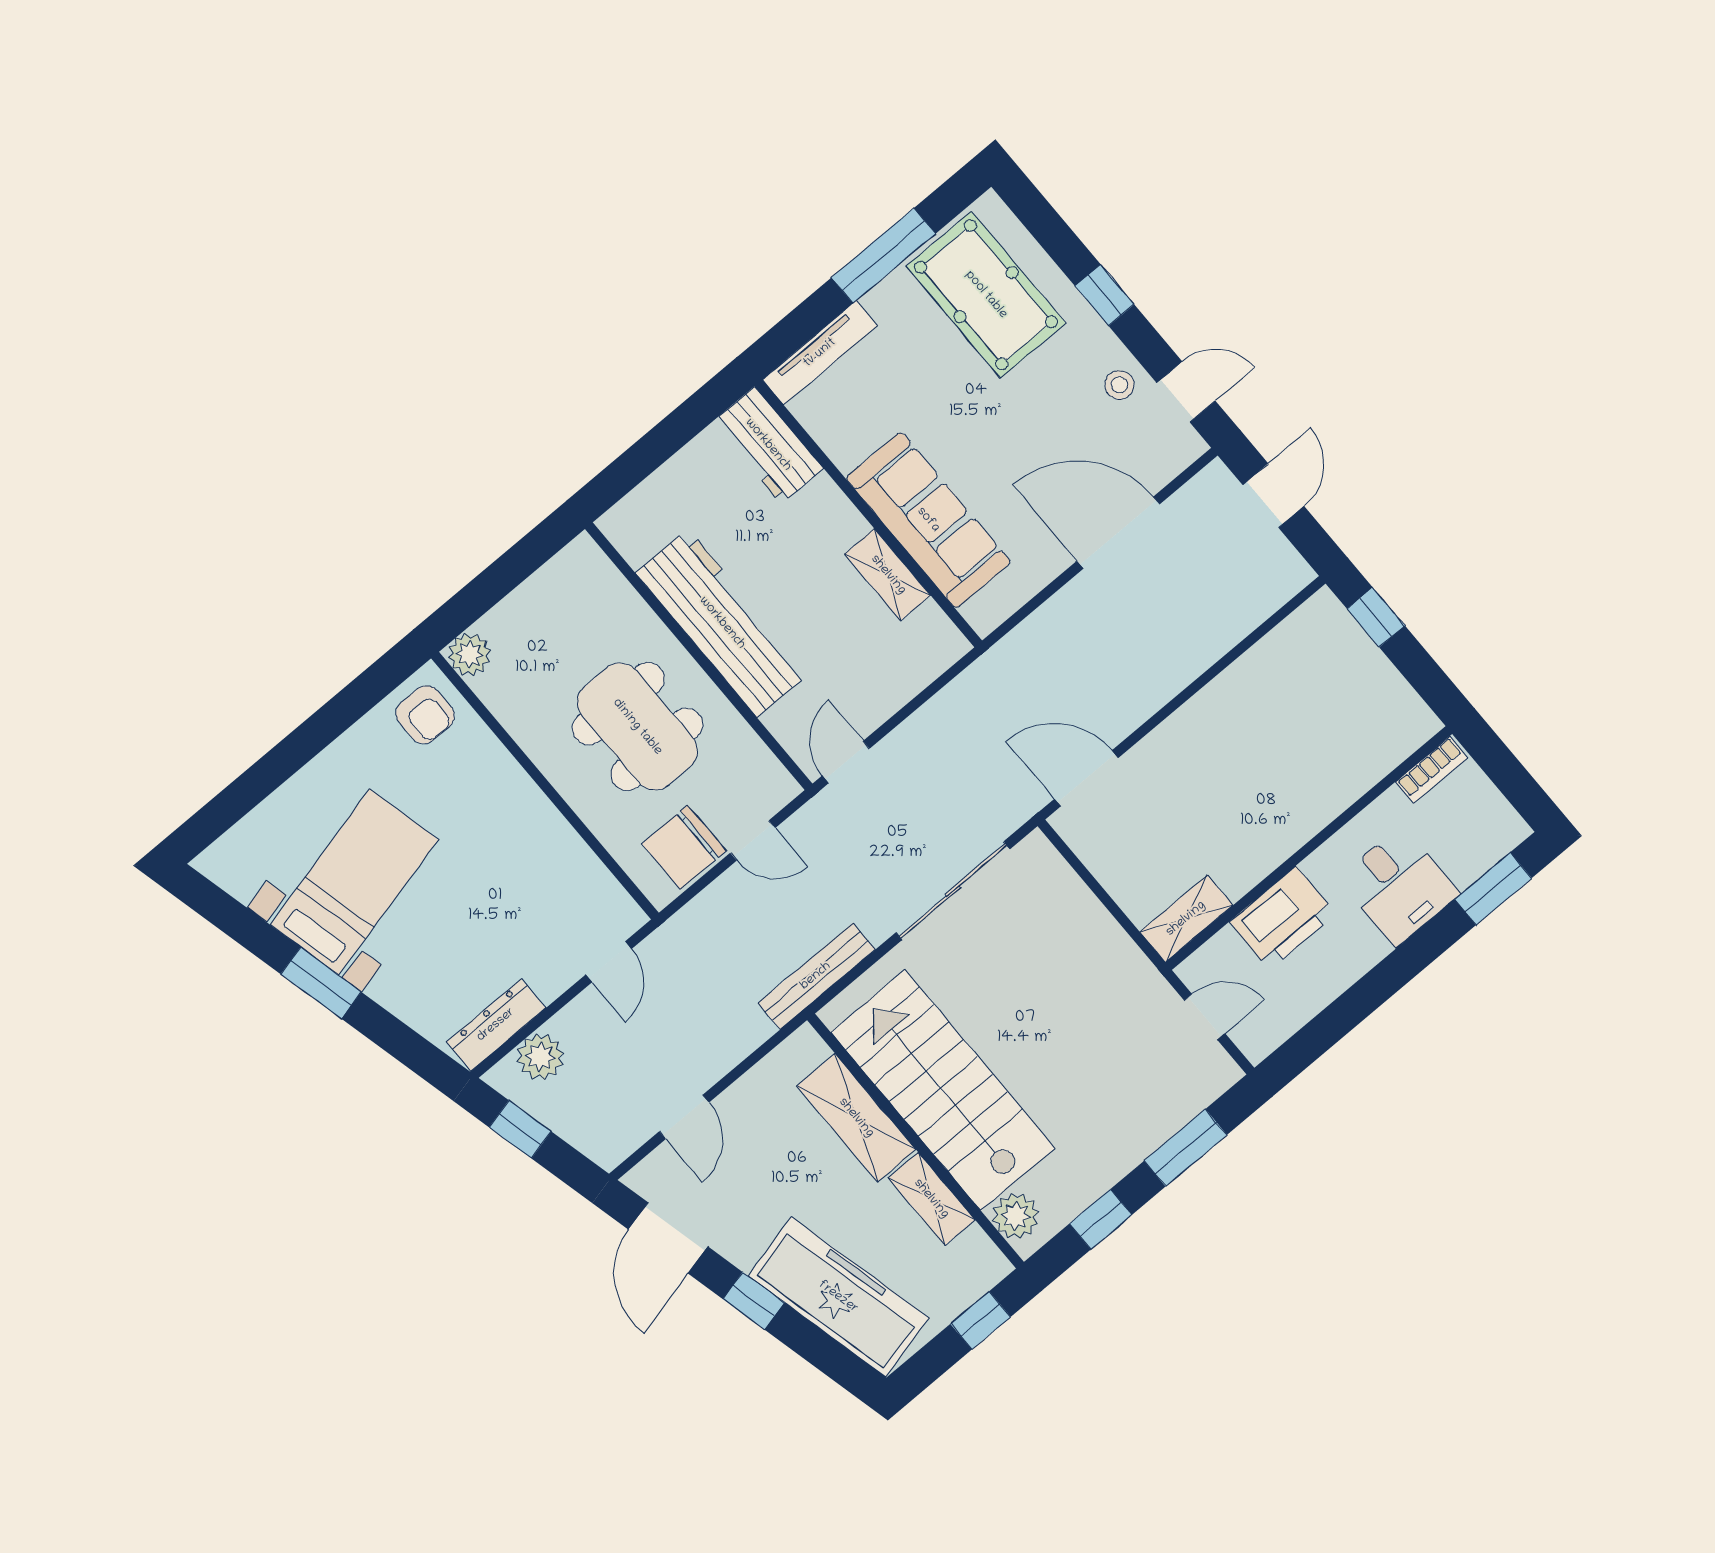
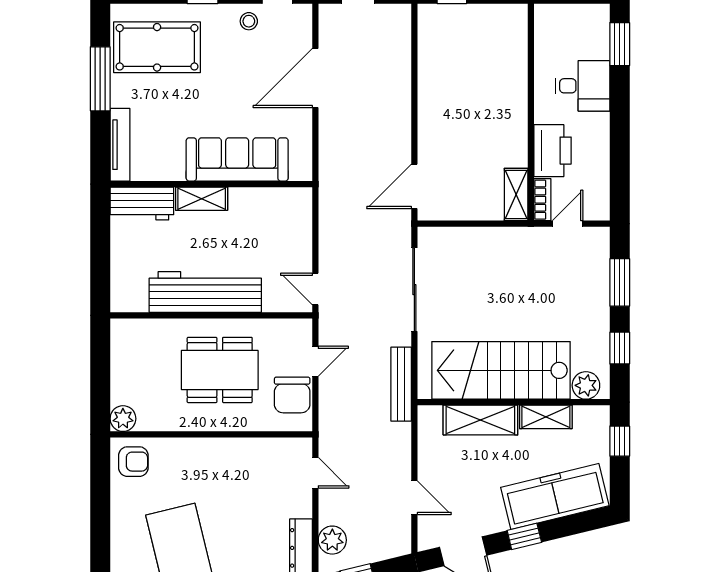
shelving: (888, 575) -> (202, 199), moved
bookcase: (1432, 770) -> (542, 200), moved

